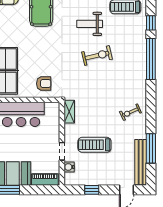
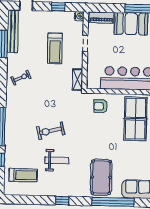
treadmill: (94, 145) -> (55, 48), turned 90
water cooler: (69, 167) -> (79, 16), moved

